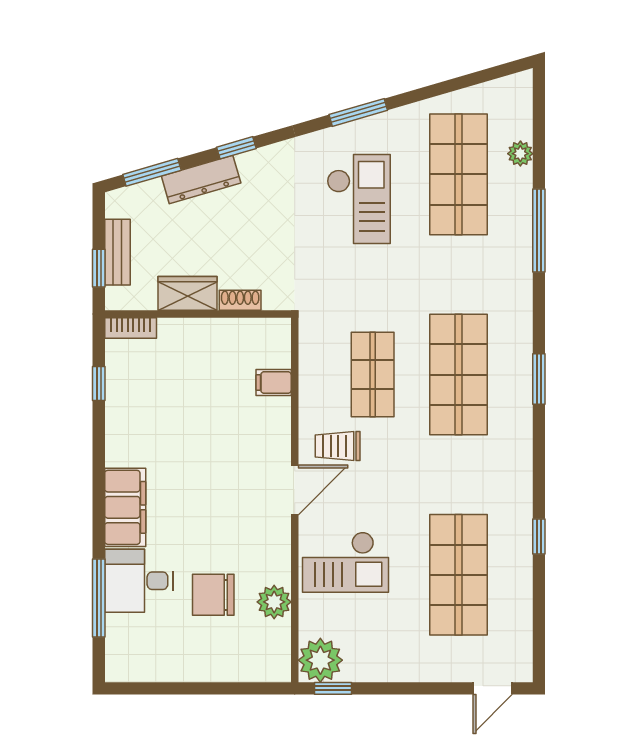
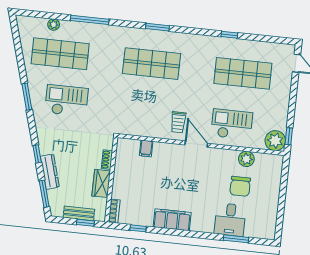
shop shelf: (373, 375) -> (147, 103), removed
filing cabinet: (125, 507) -> (172, 220), moved
checkout: (345, 562) -> (232, 124), turned -90
window: (99, 598) -> (236, 239), width x0.69

